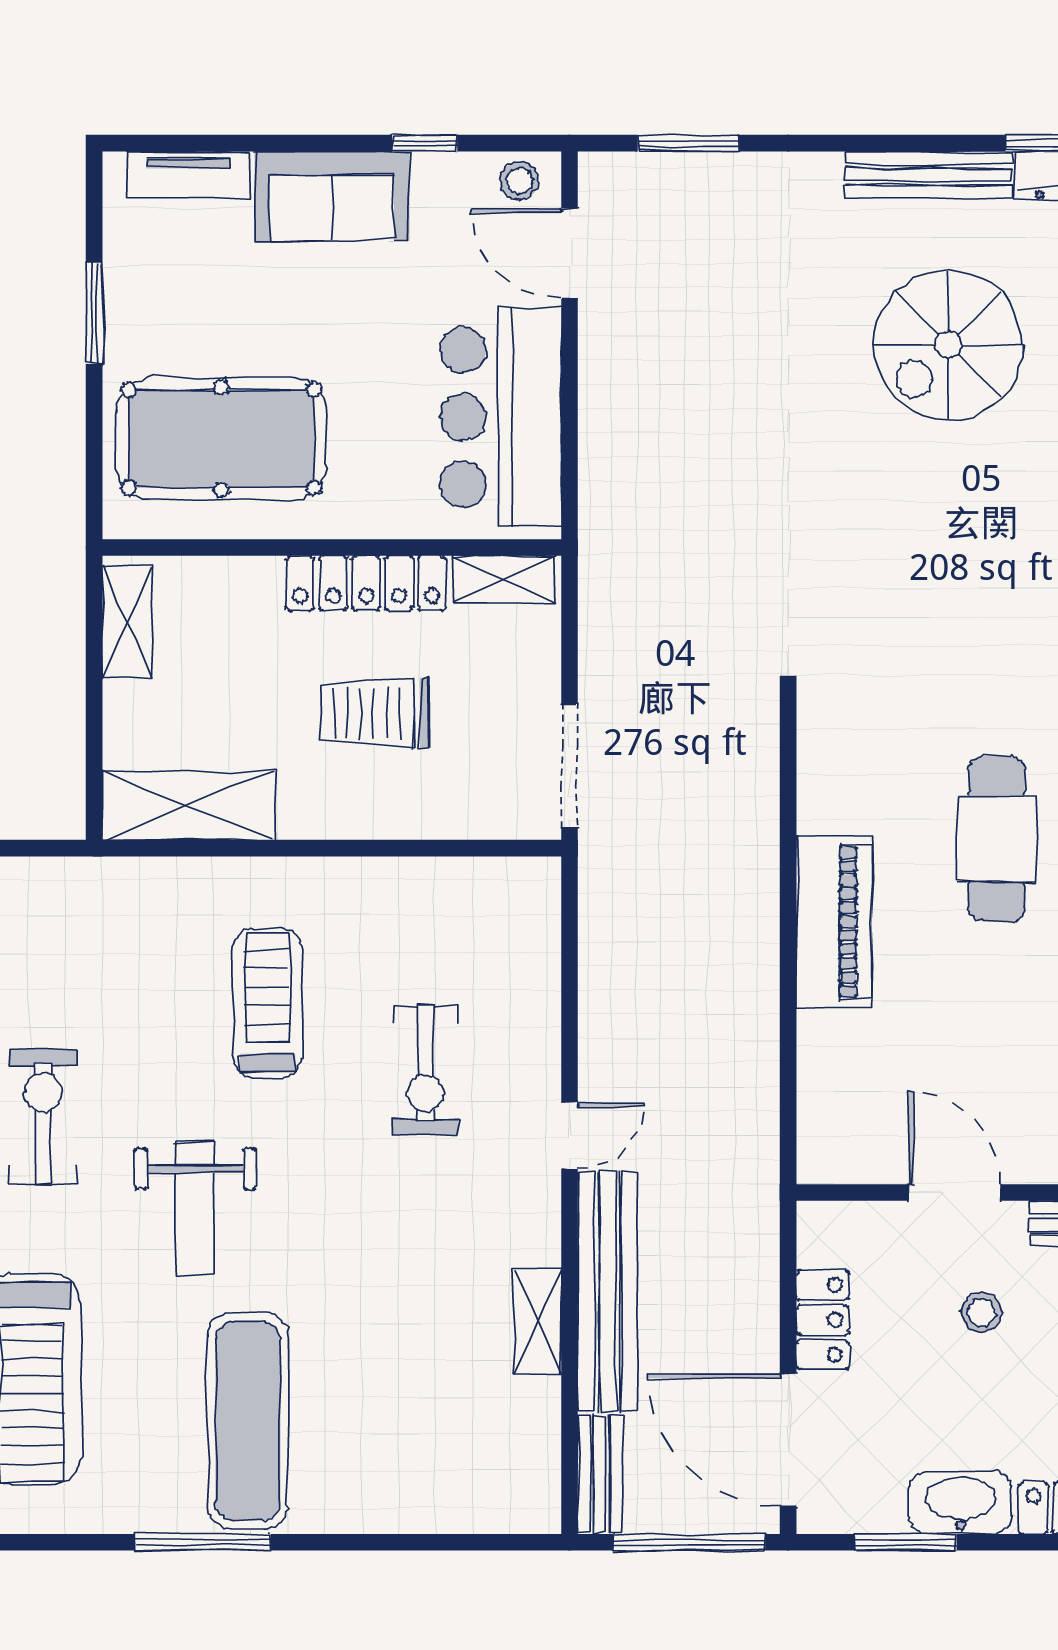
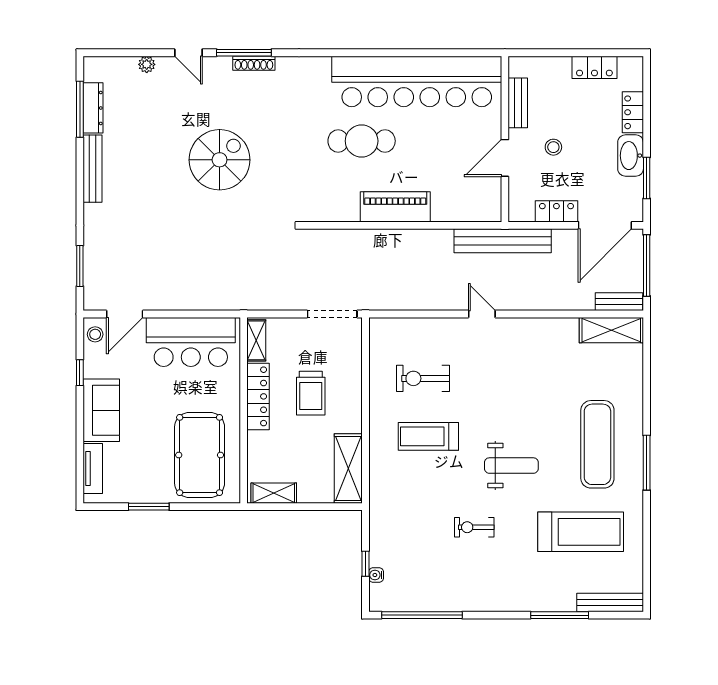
spiral stairs: (948, 345) -> (220, 160), moved, turned -90
exercise bike: (426, 1070) -> (423, 378), moved, turned 180
exercise bike: (43, 1117) -> (474, 527), width x0.73, depth x0.72
bench: (607, 1292) -> (503, 241), moved
shelving: (538, 1321) -> (611, 330), moved, width x1.50, depth x1.33
exercise mat: (248, 1421) -> (597, 444), turned 90

